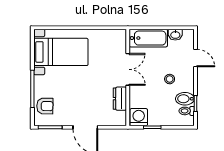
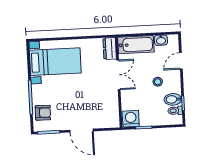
door: (196, 58) -> (181, 61), swing flipped
dresser: (120, 99) -> (110, 48), moved

